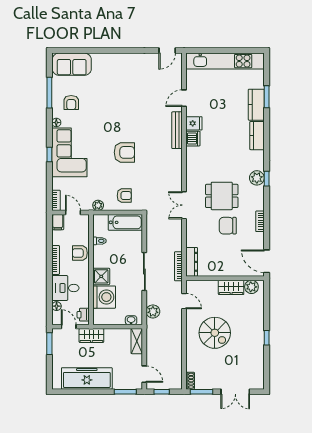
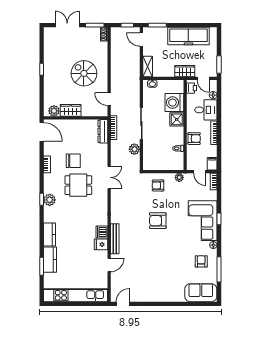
bathtub: (125, 222) -> (157, 164), removed
plant: (153, 311) -> (134, 149), moved

